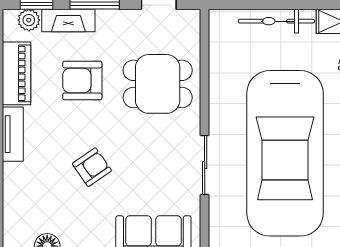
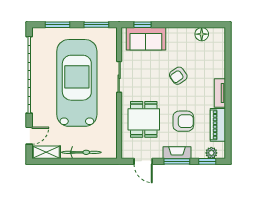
fireplace: (68, 20) -> (177, 153), moved
dining table: (158, 84) -> (144, 119), turned 90

